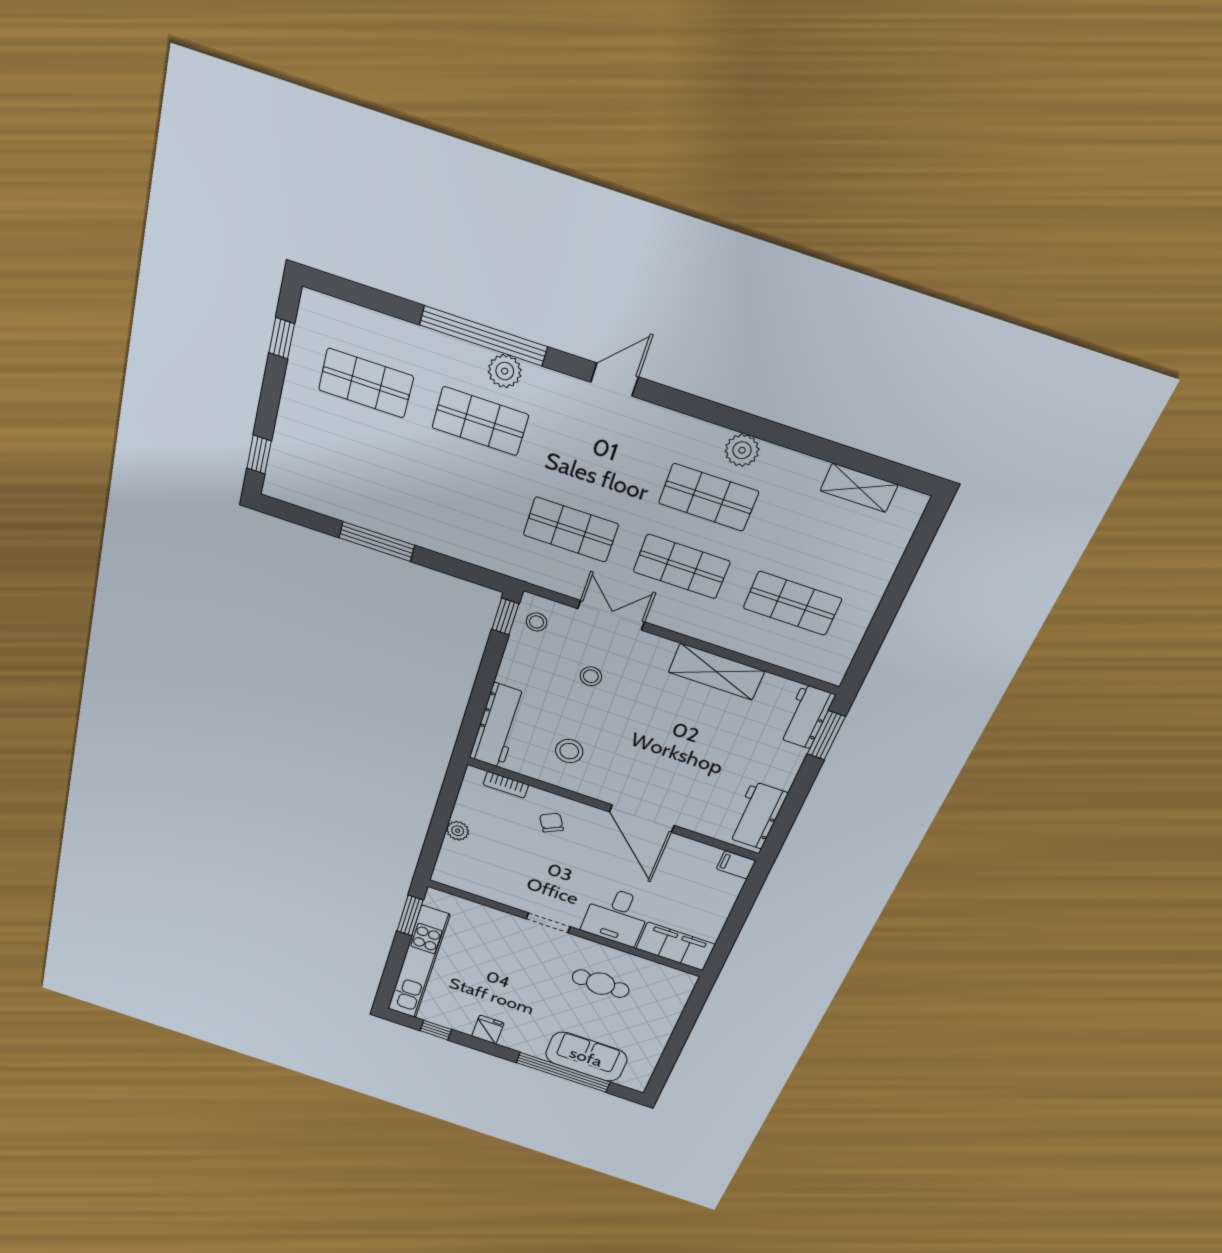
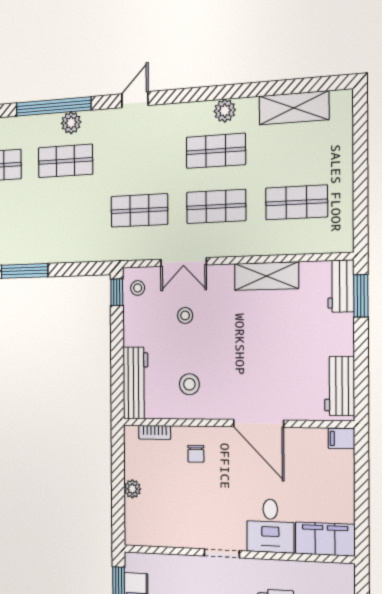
shelving: (859, 488) -> (294, 108), width x1.50, depth x1.33
double door: (611, 615) -> (183, 262), swing flipped
chair: (551, 823) -> (196, 454), turned -151

